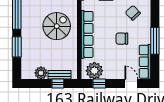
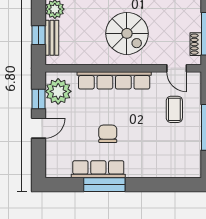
chair: (133, 13) -> (147, 151), removed
row of seats: (145, 62) -> (98, 169), moved
door: (131, 84) -> (39, 128), moved

